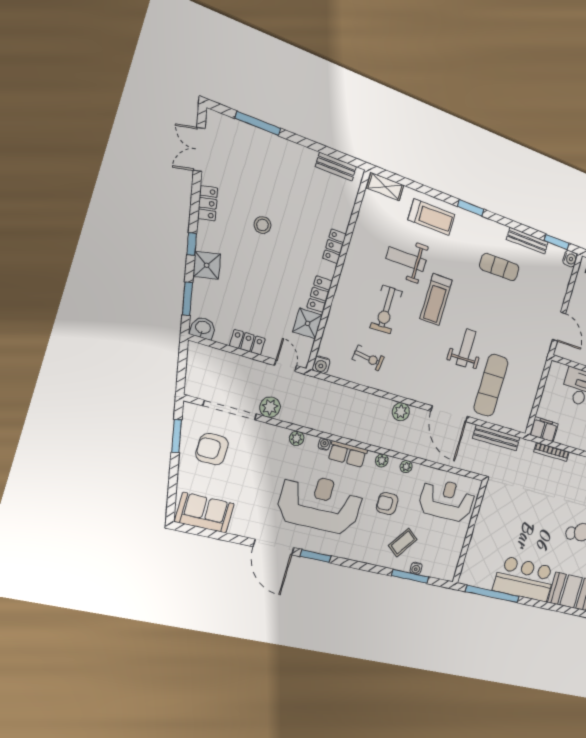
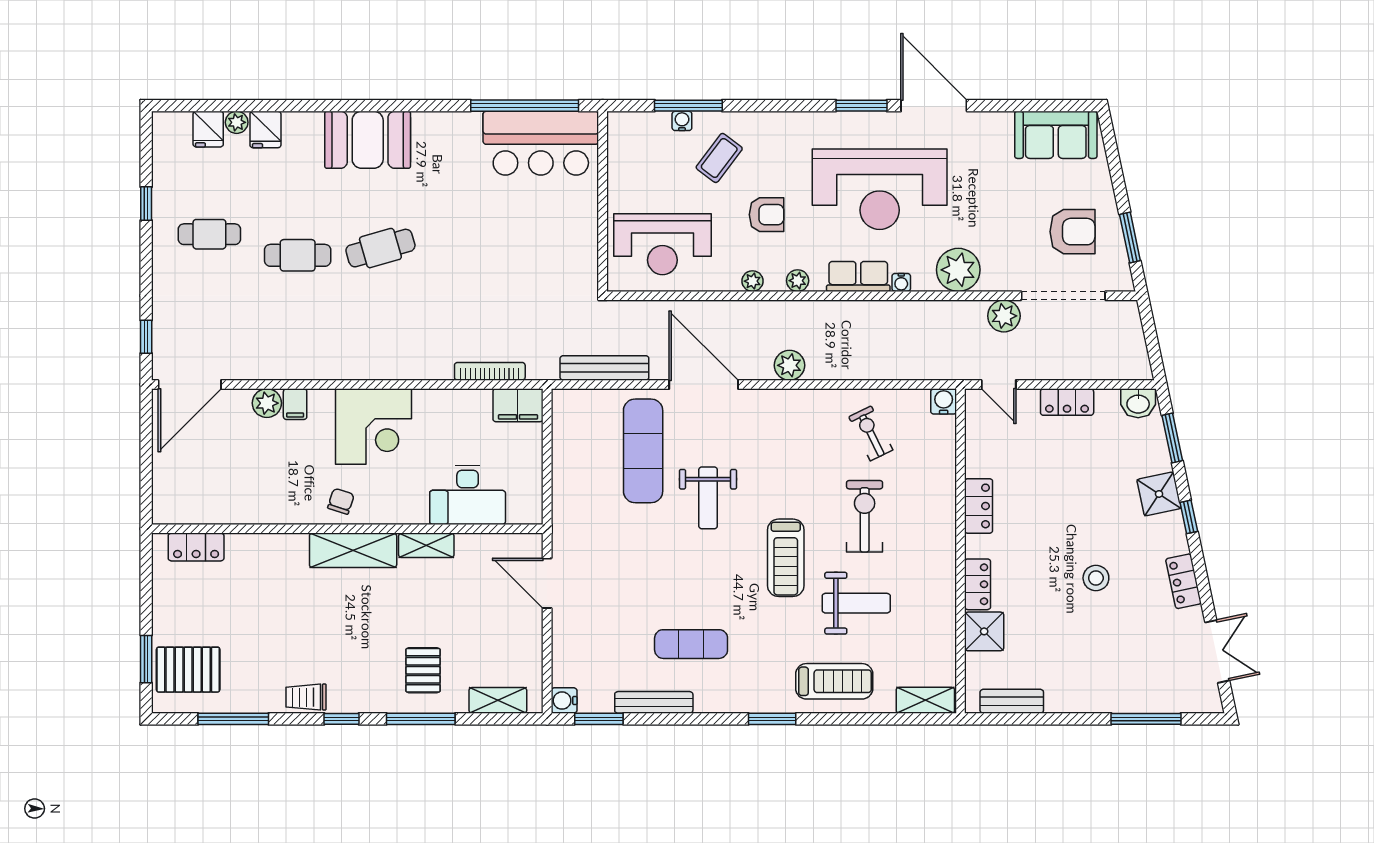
treadmill: (432, 217) -> (834, 681), turned 180
treadmill: (436, 299) -> (786, 558), turned 180
shower: (308, 323) -> (984, 631), moved
exercise bike: (368, 358) -> (871, 433), turned 57
plant: (297, 438) -> (958, 270), width x1.87, depth x1.87
bar counter: (524, 579) -> (541, 143), moved

